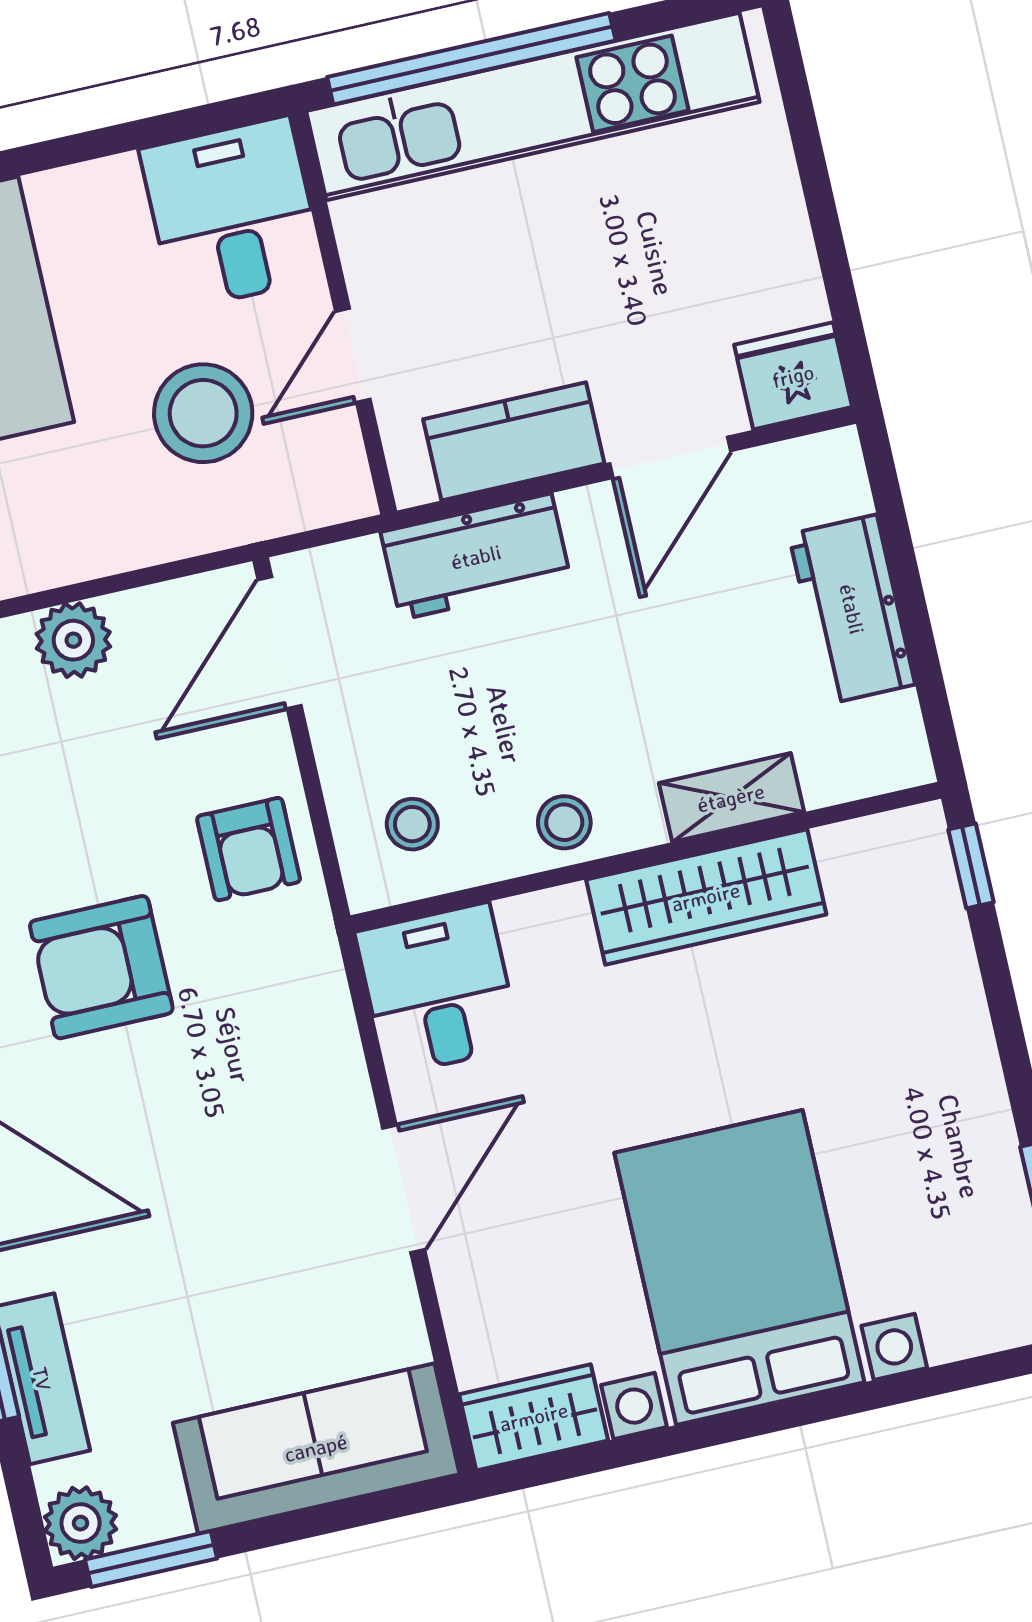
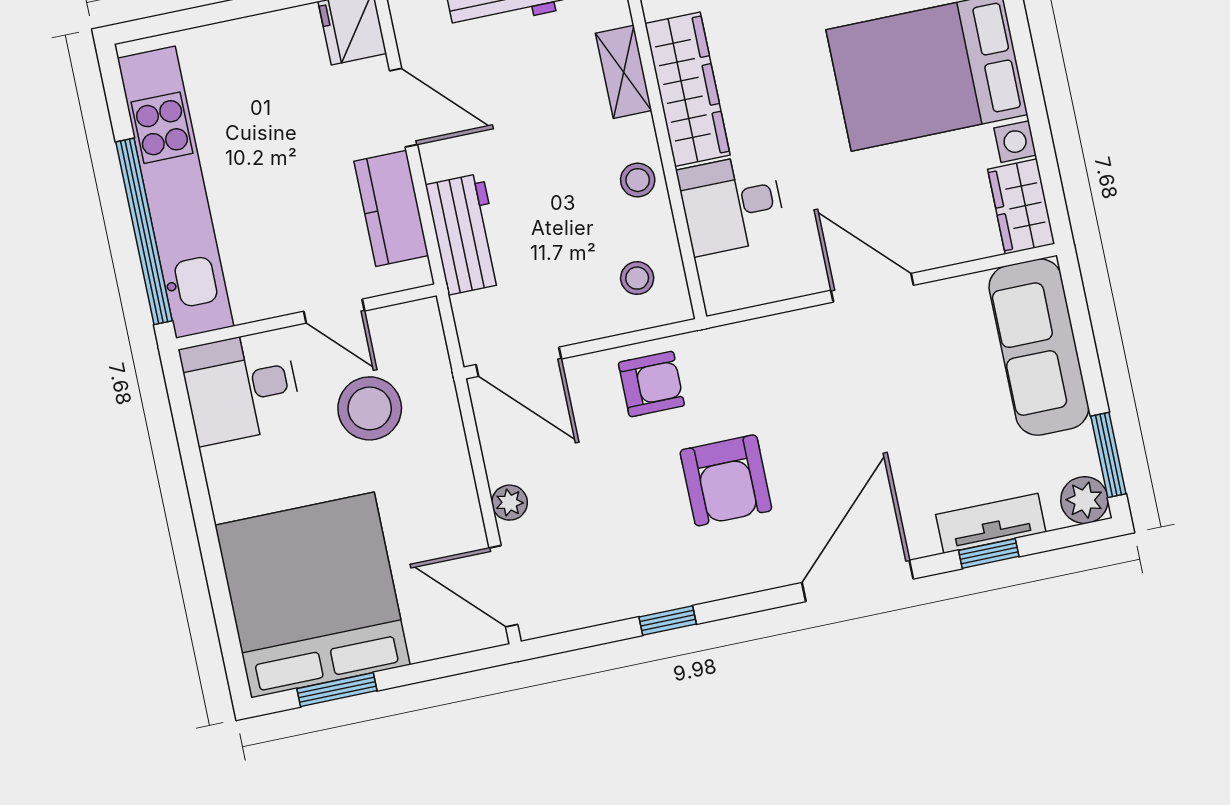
plant: (73, 640) -> (510, 503), width x0.73, depth x0.73
desk: (438, 989) -> (732, 204), moved

